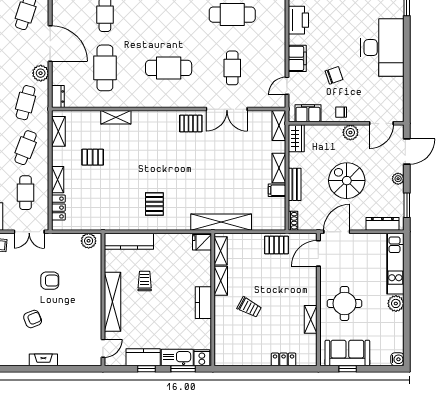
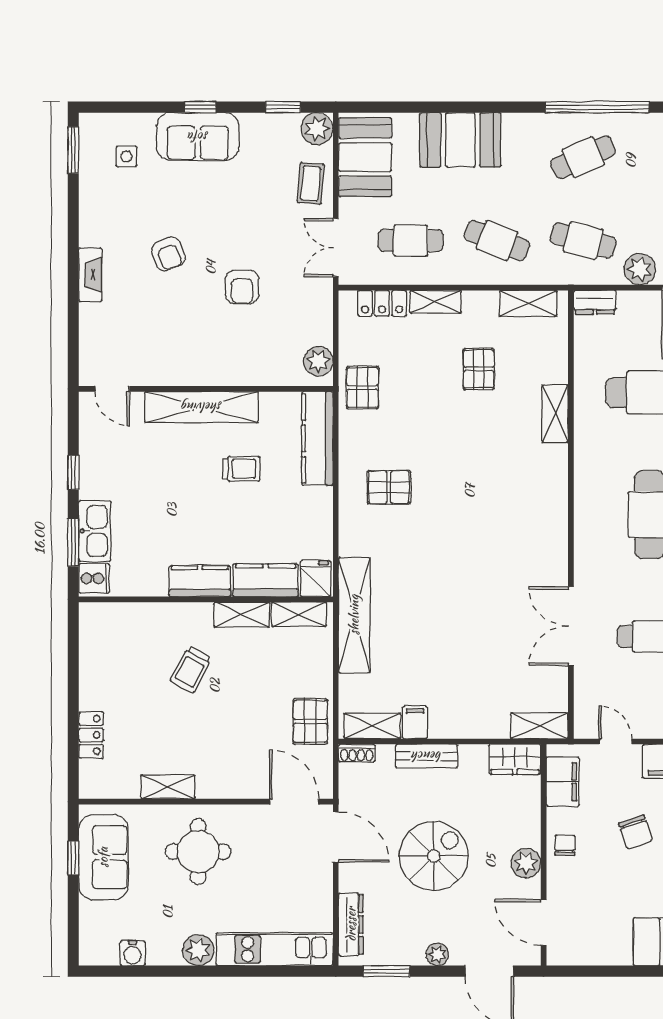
pallet: (191, 124) -> (362, 387), moved
shelving: (279, 168) -> (372, 726), moved
kitchen counter: (143, 357) -> (266, 580), moved, turned -90
water cooler: (397, 359) -> (133, 953), moved

